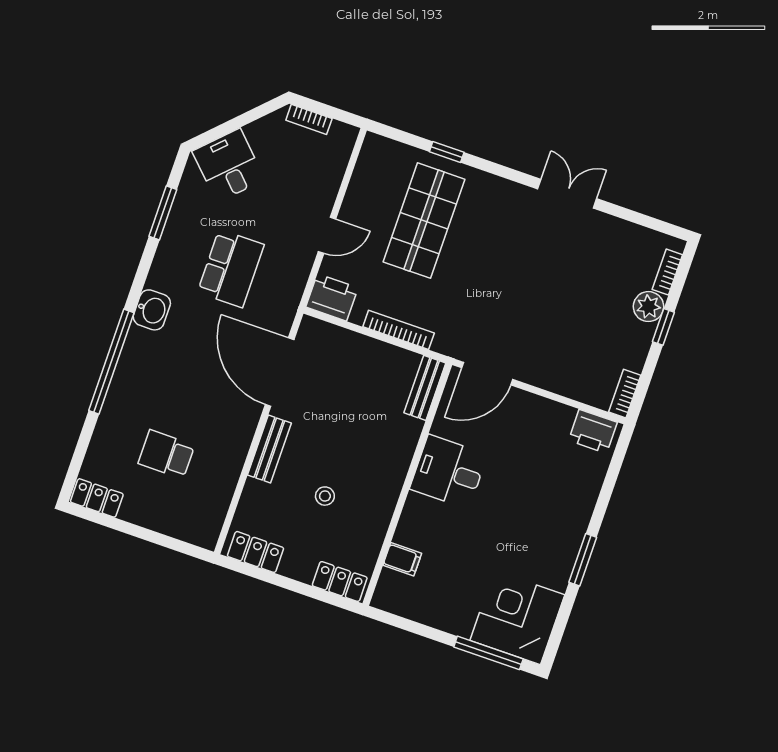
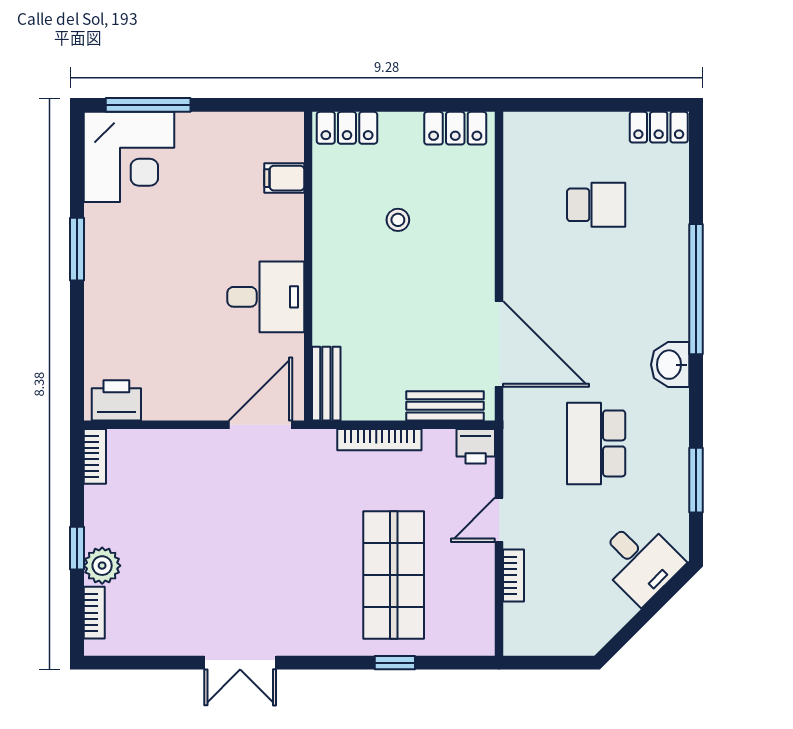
bookcase: (309, 119) -> (514, 575), moved, turned 90
printer: (332, 297) -> (476, 446), width x0.73, depth x0.81
bench: (269, 449) -> (445, 406), moved, turned 90

